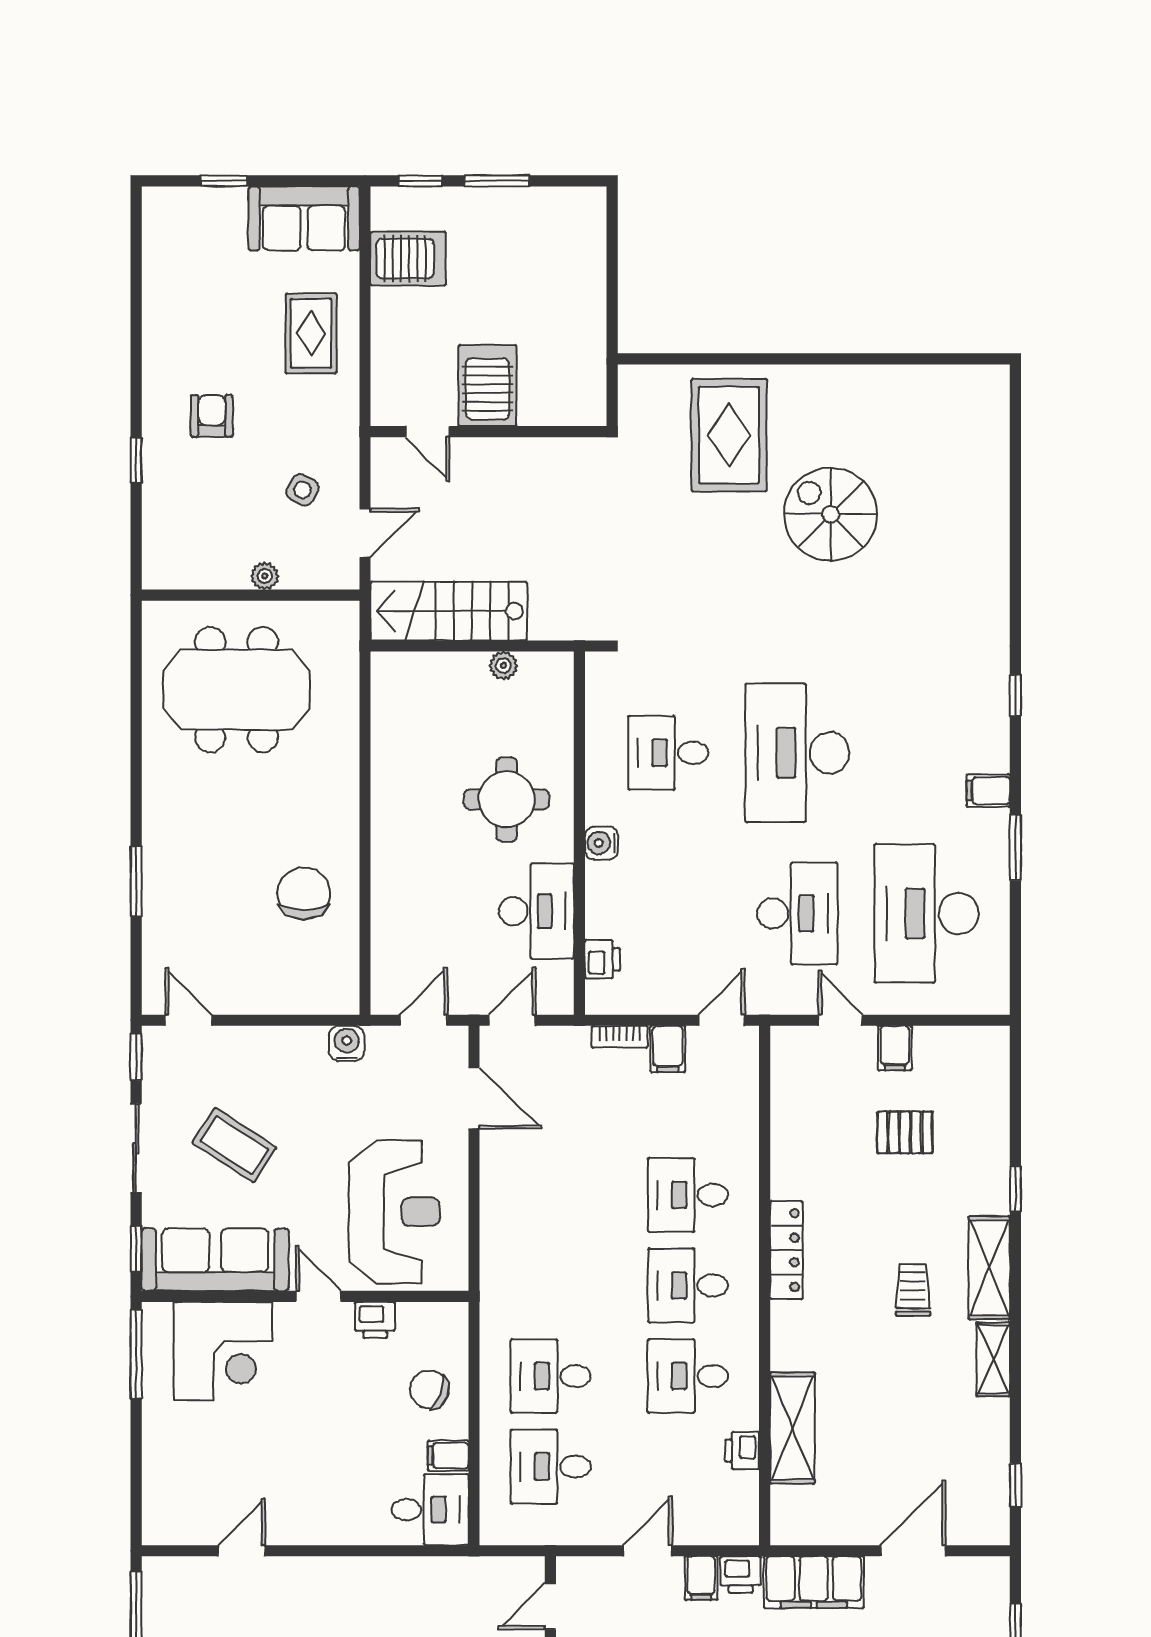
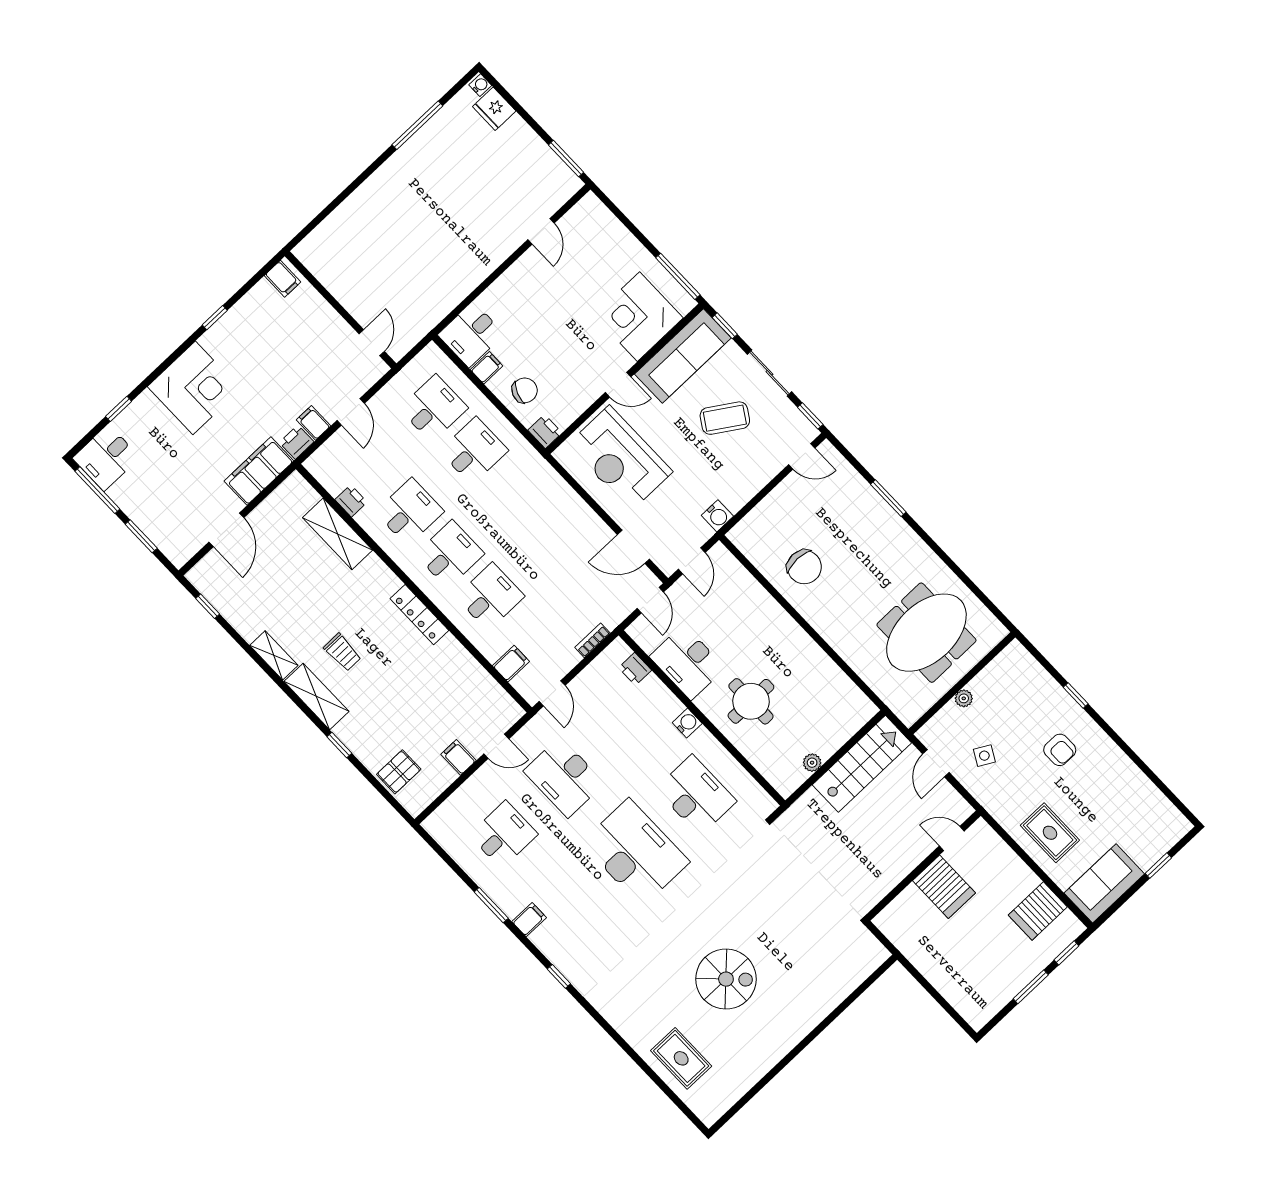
rug: (729, 435) -> (681, 1058), moved, width x0.73, depth x0.70
desk: (668, 753) -> (696, 795), width x1.37
desk: (926, 913) -> (503, 835), width x0.53, depth x0.77
filing cabinet: (668, 1049) -> (511, 664), moved, turned 90
pallet: (905, 1132) -> (399, 772), moved
printer: (375, 1320) -> (545, 431), moved, turned 90

